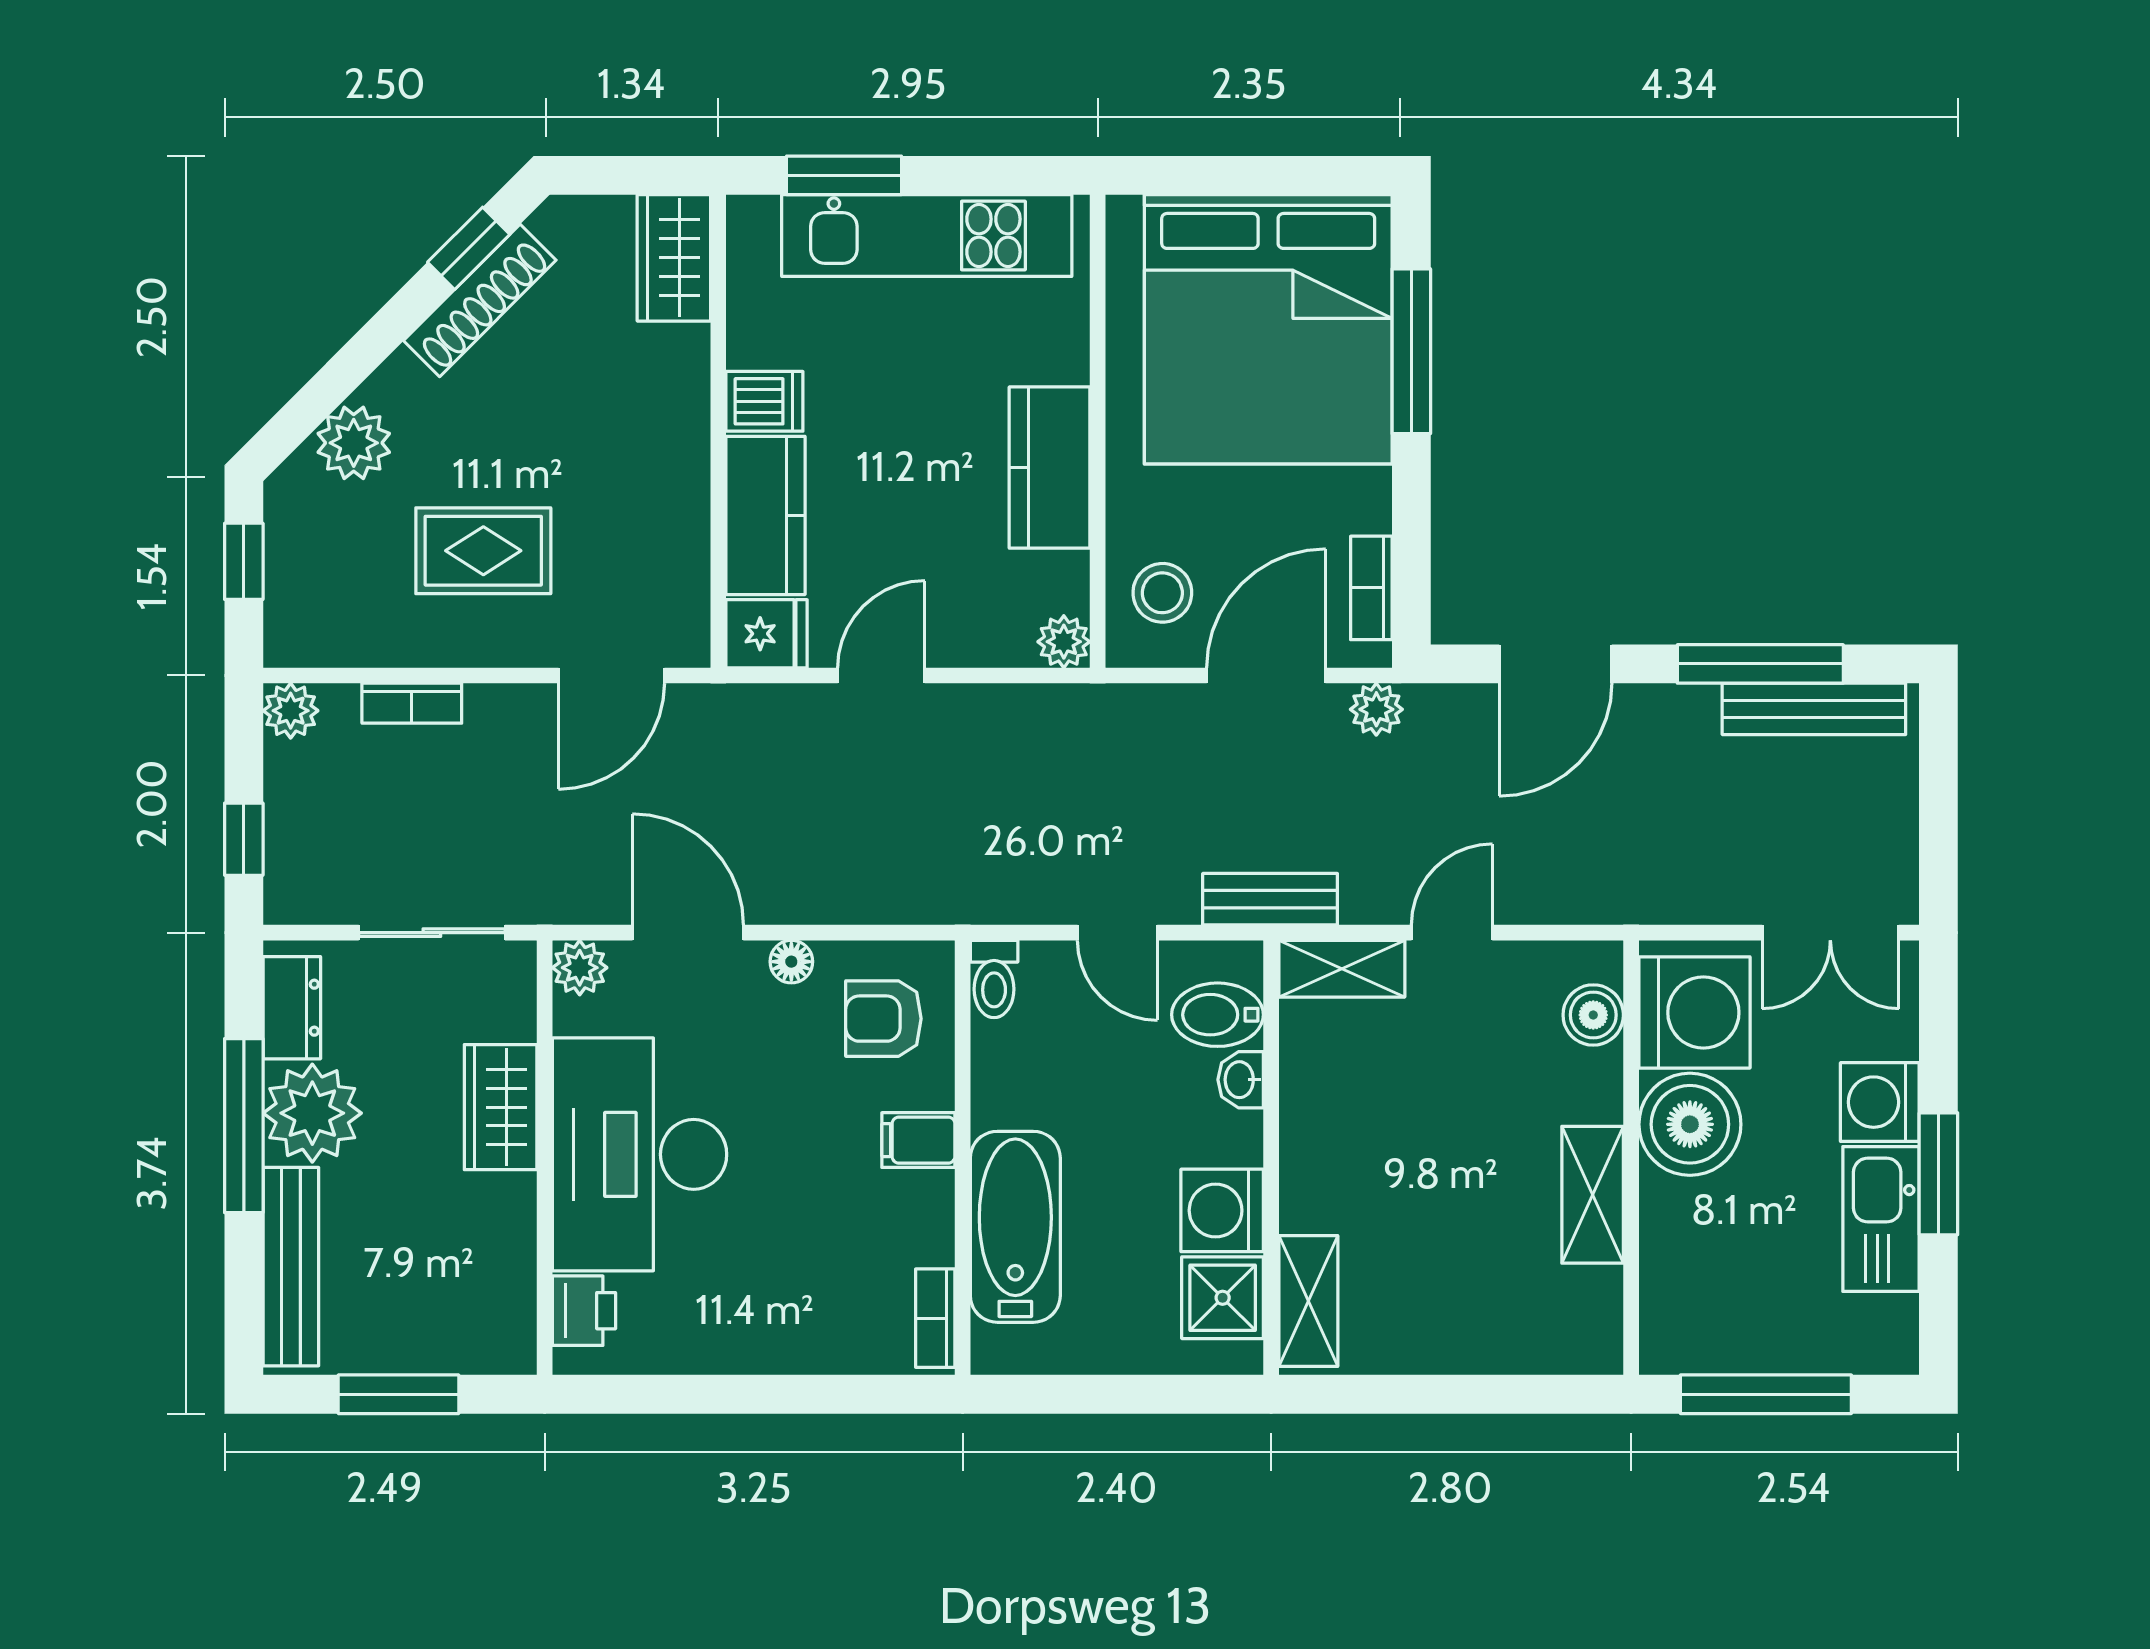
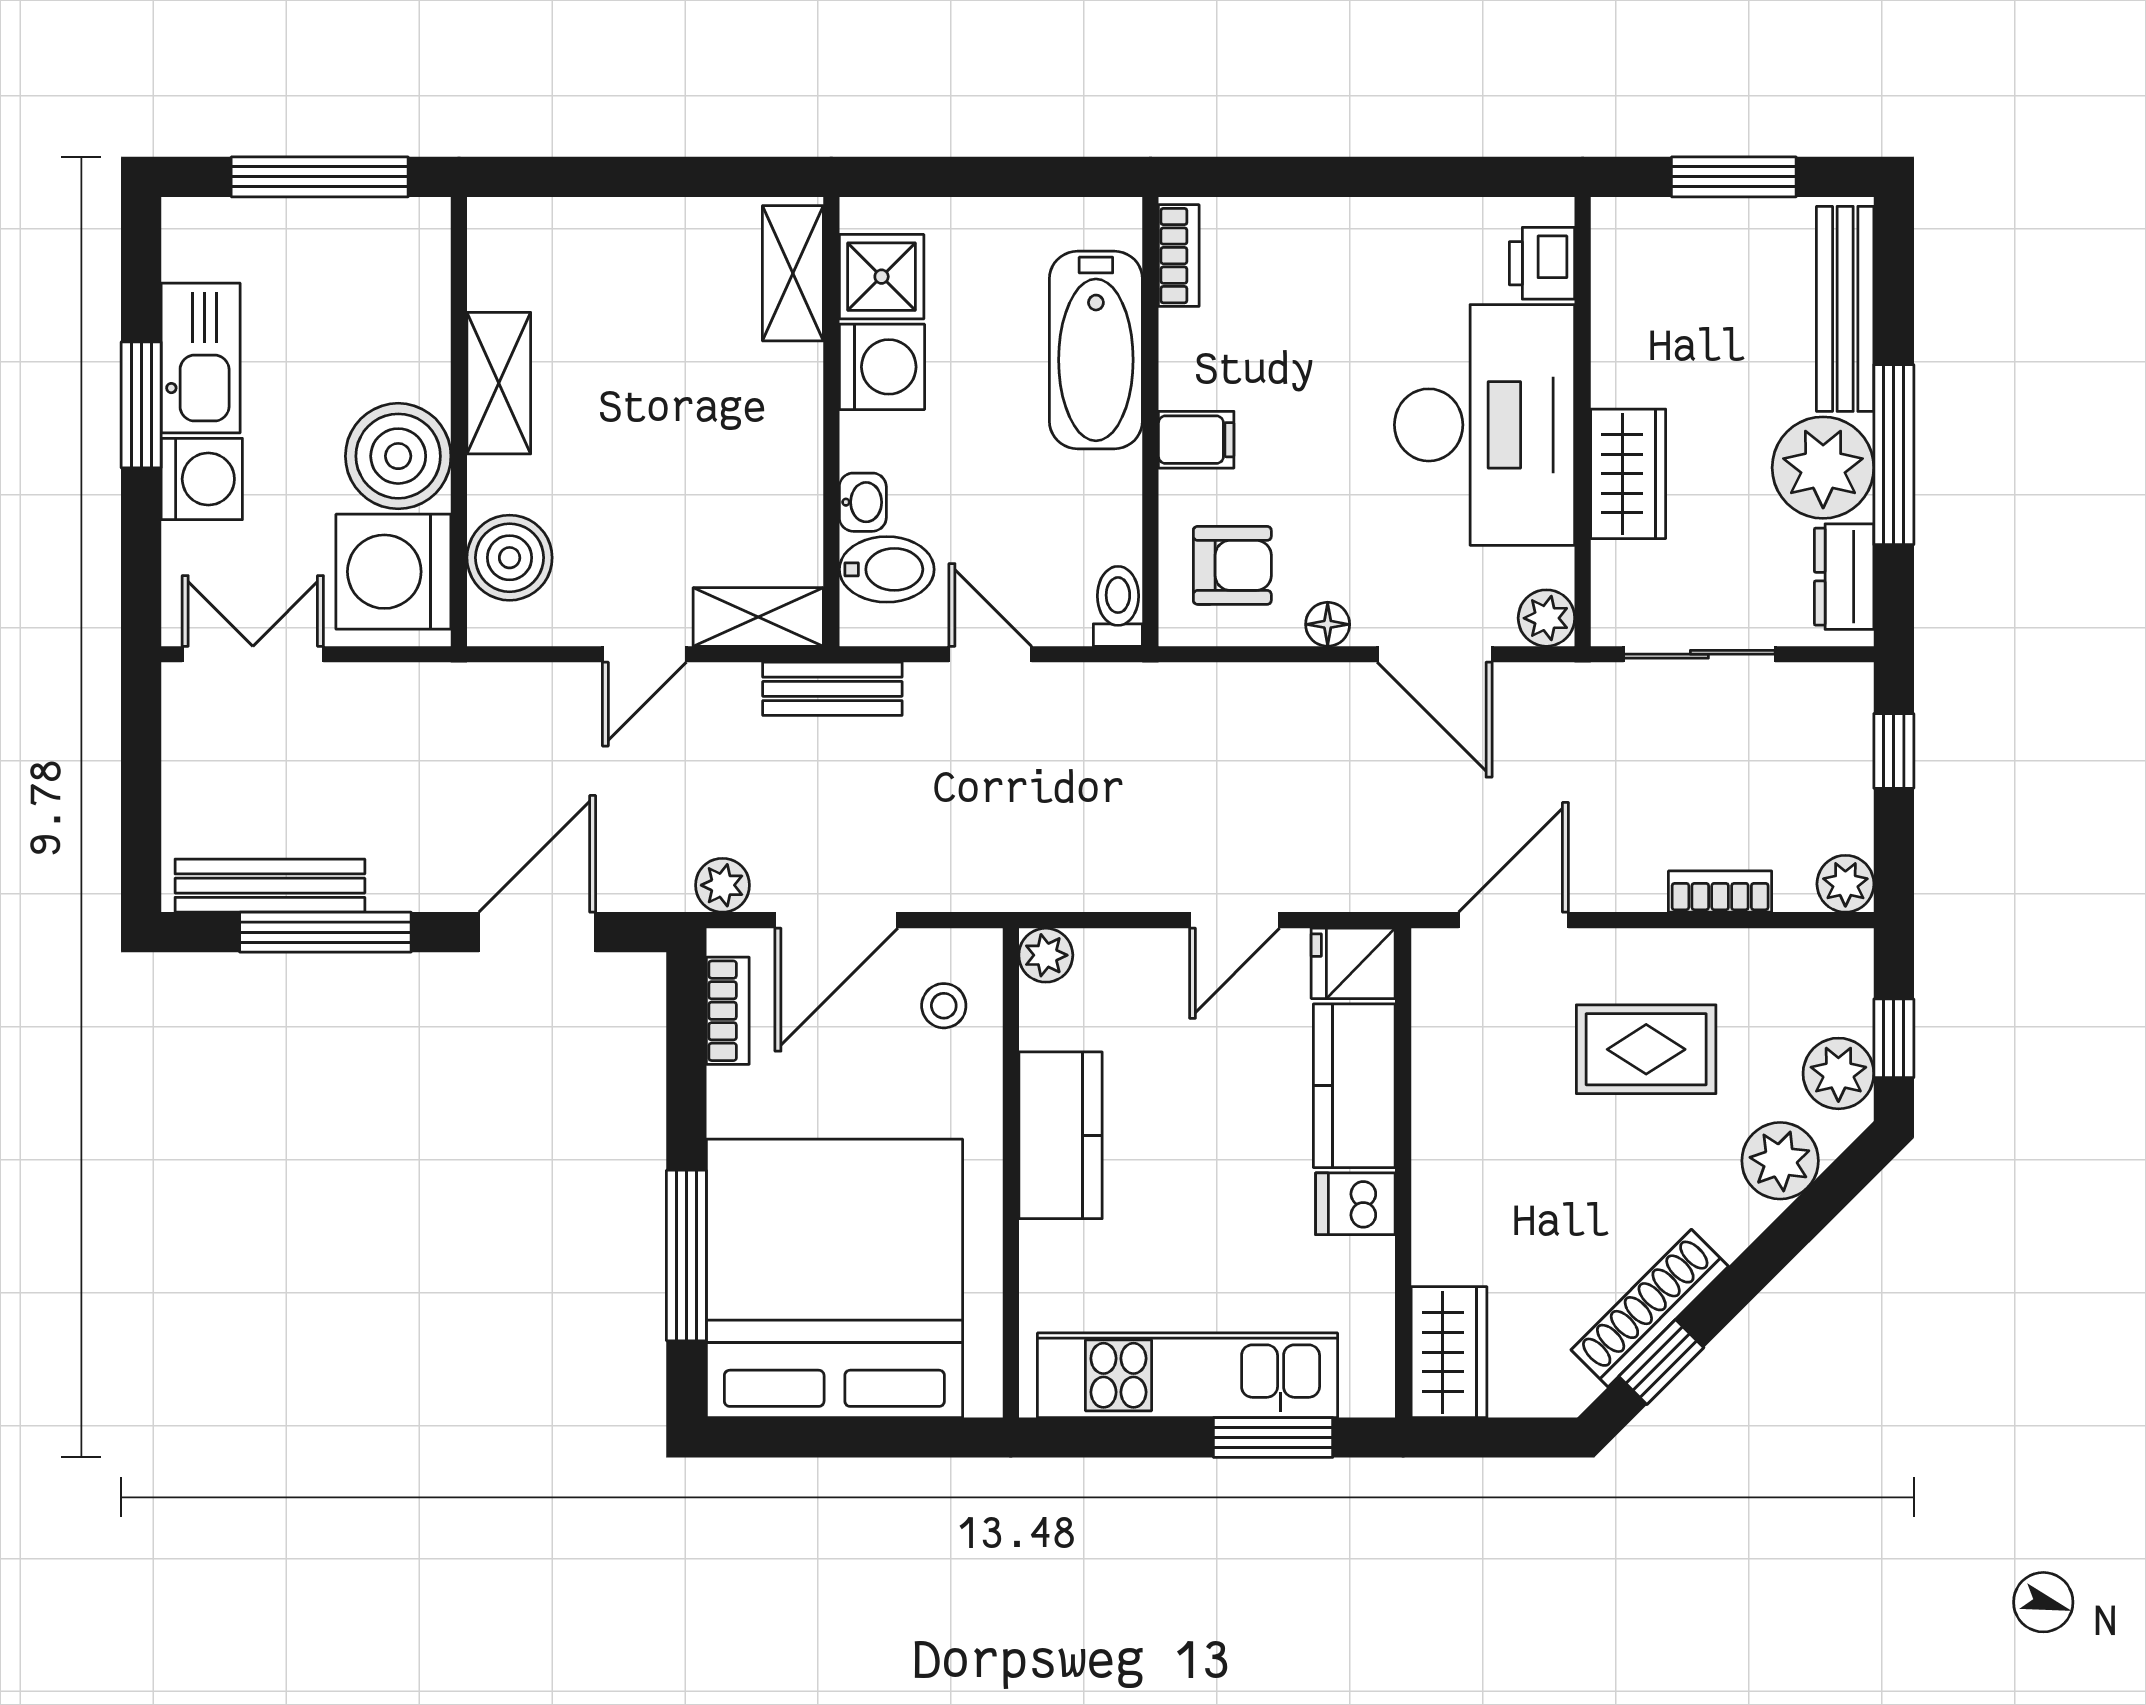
plant: (297, 527) -> (1838, 1073), added
stool: (1162, 593) -> (944, 1006), width x0.73, depth x0.73
boiler: (1593, 1015) -> (510, 558), width x1.36, depth x1.36

